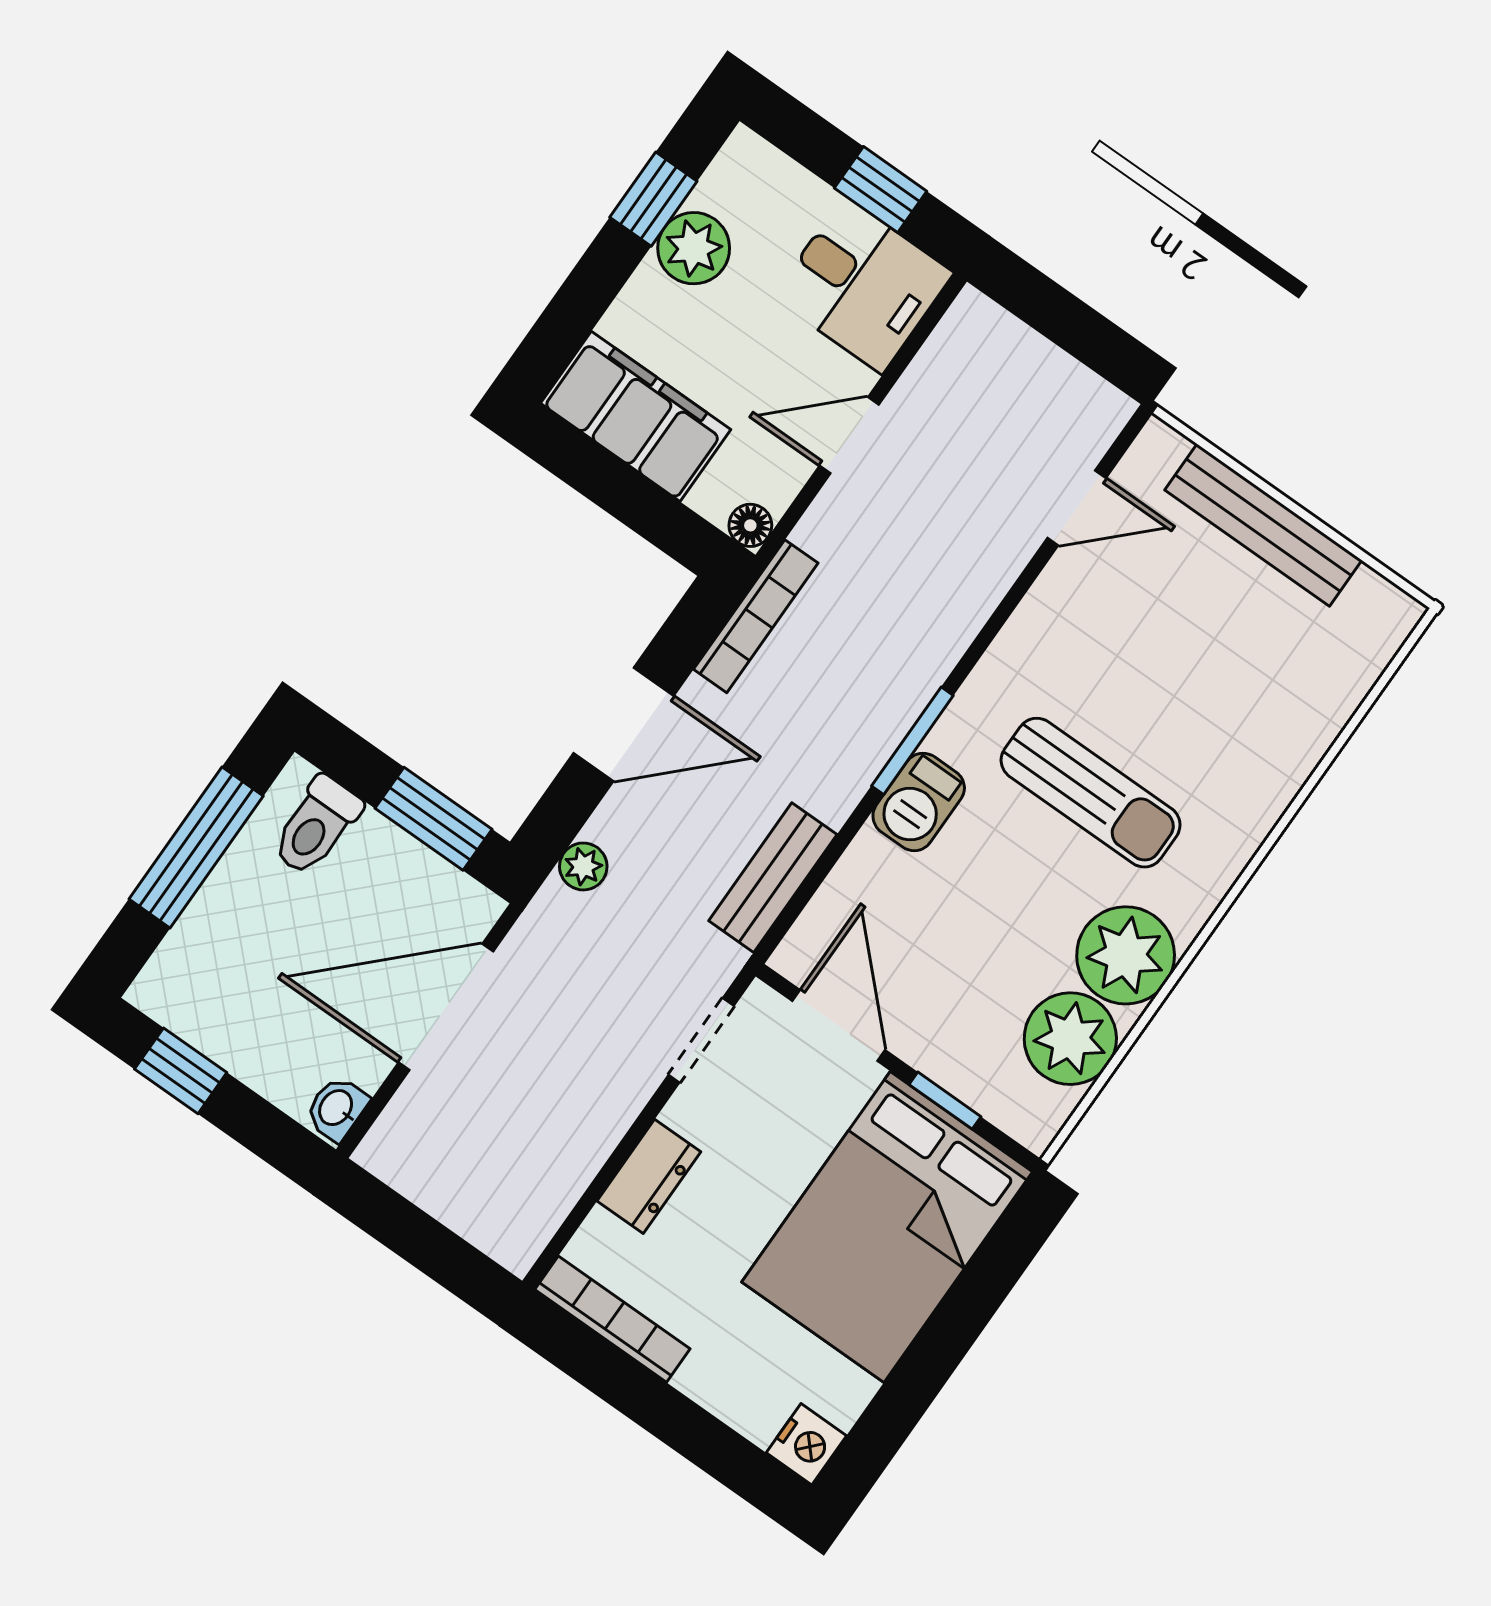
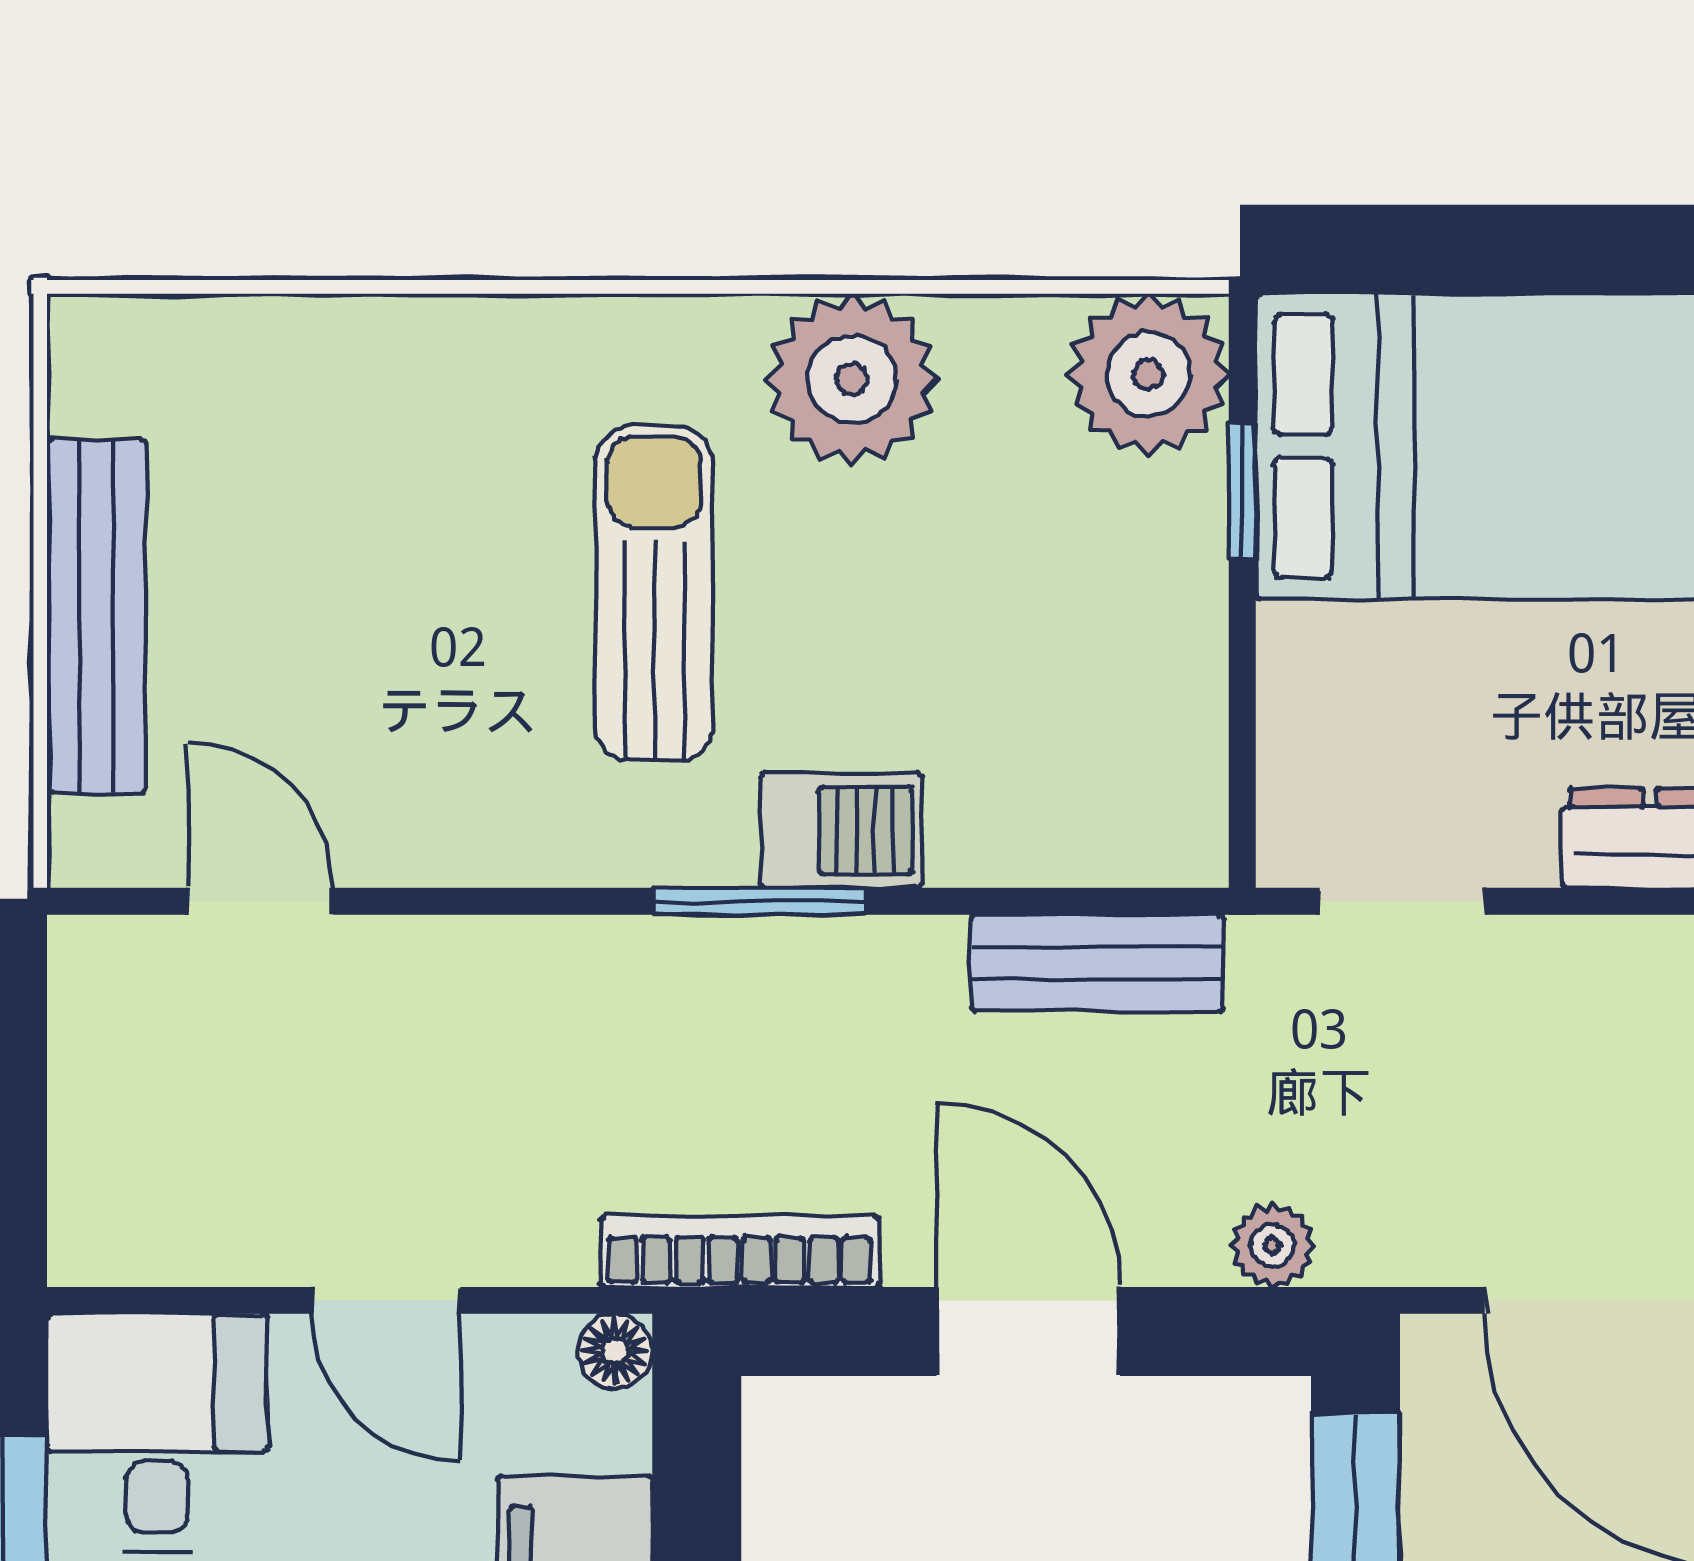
door: (839, 1026) -> (1242, 719), removed
plant: (1070, 1039) -> (1148, 374), moved

